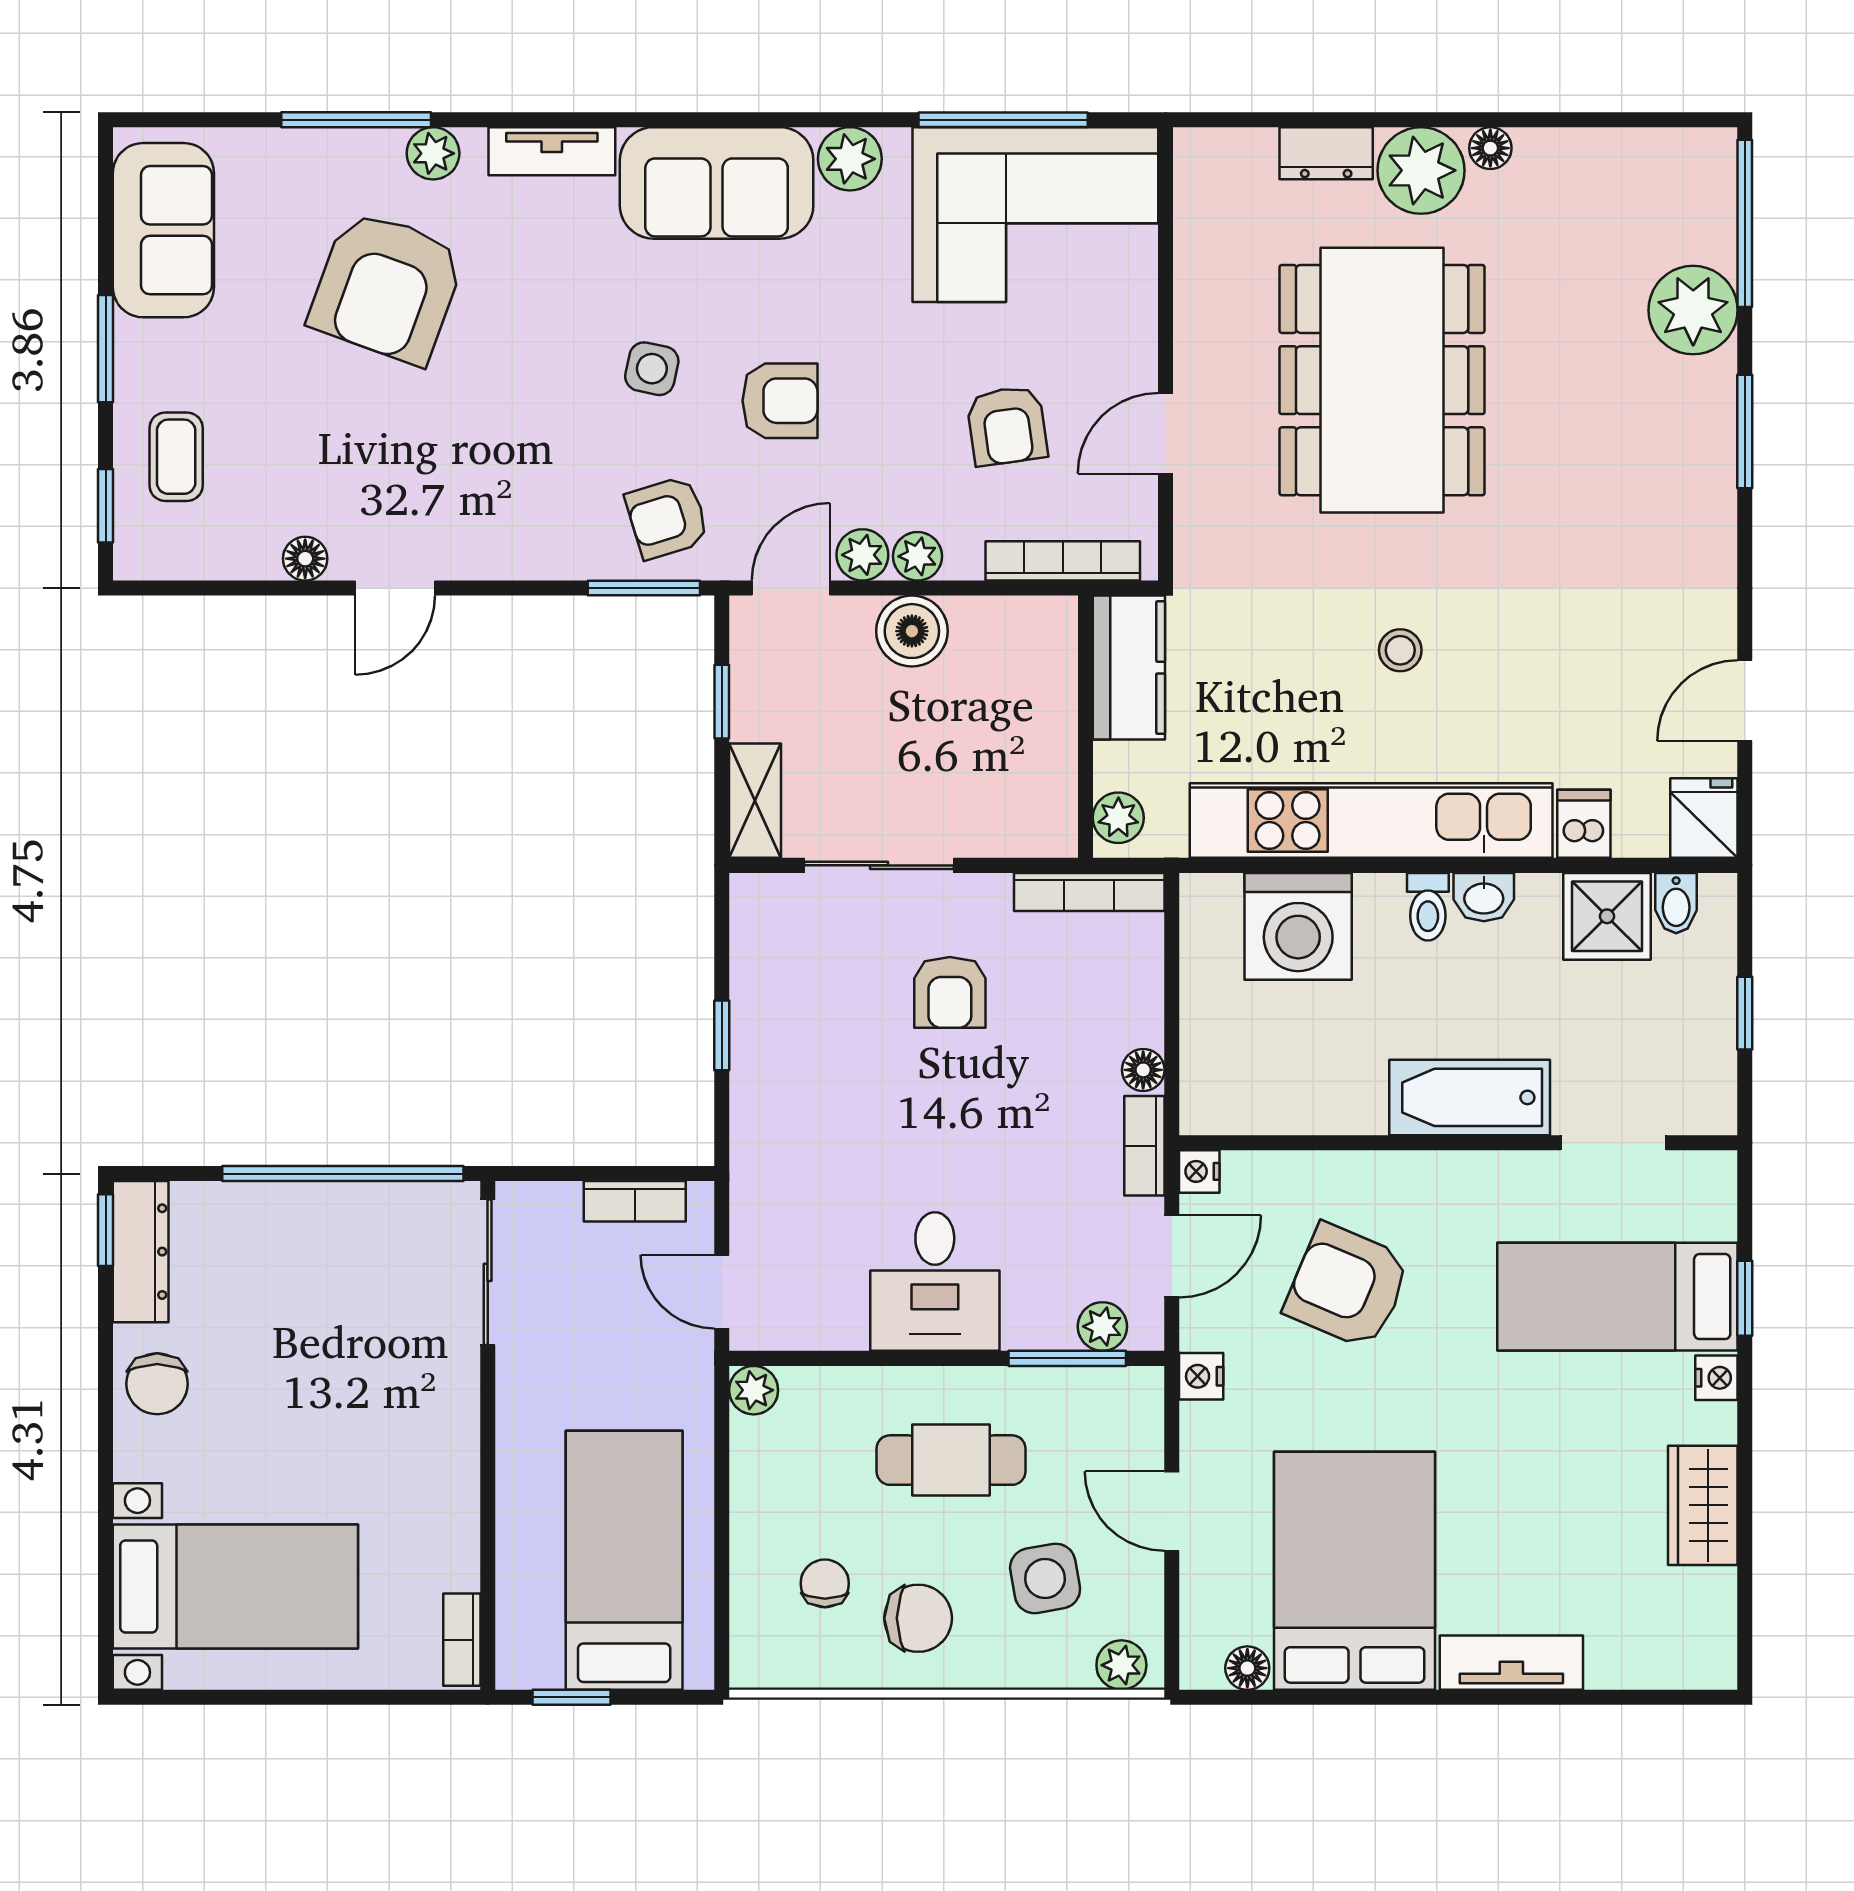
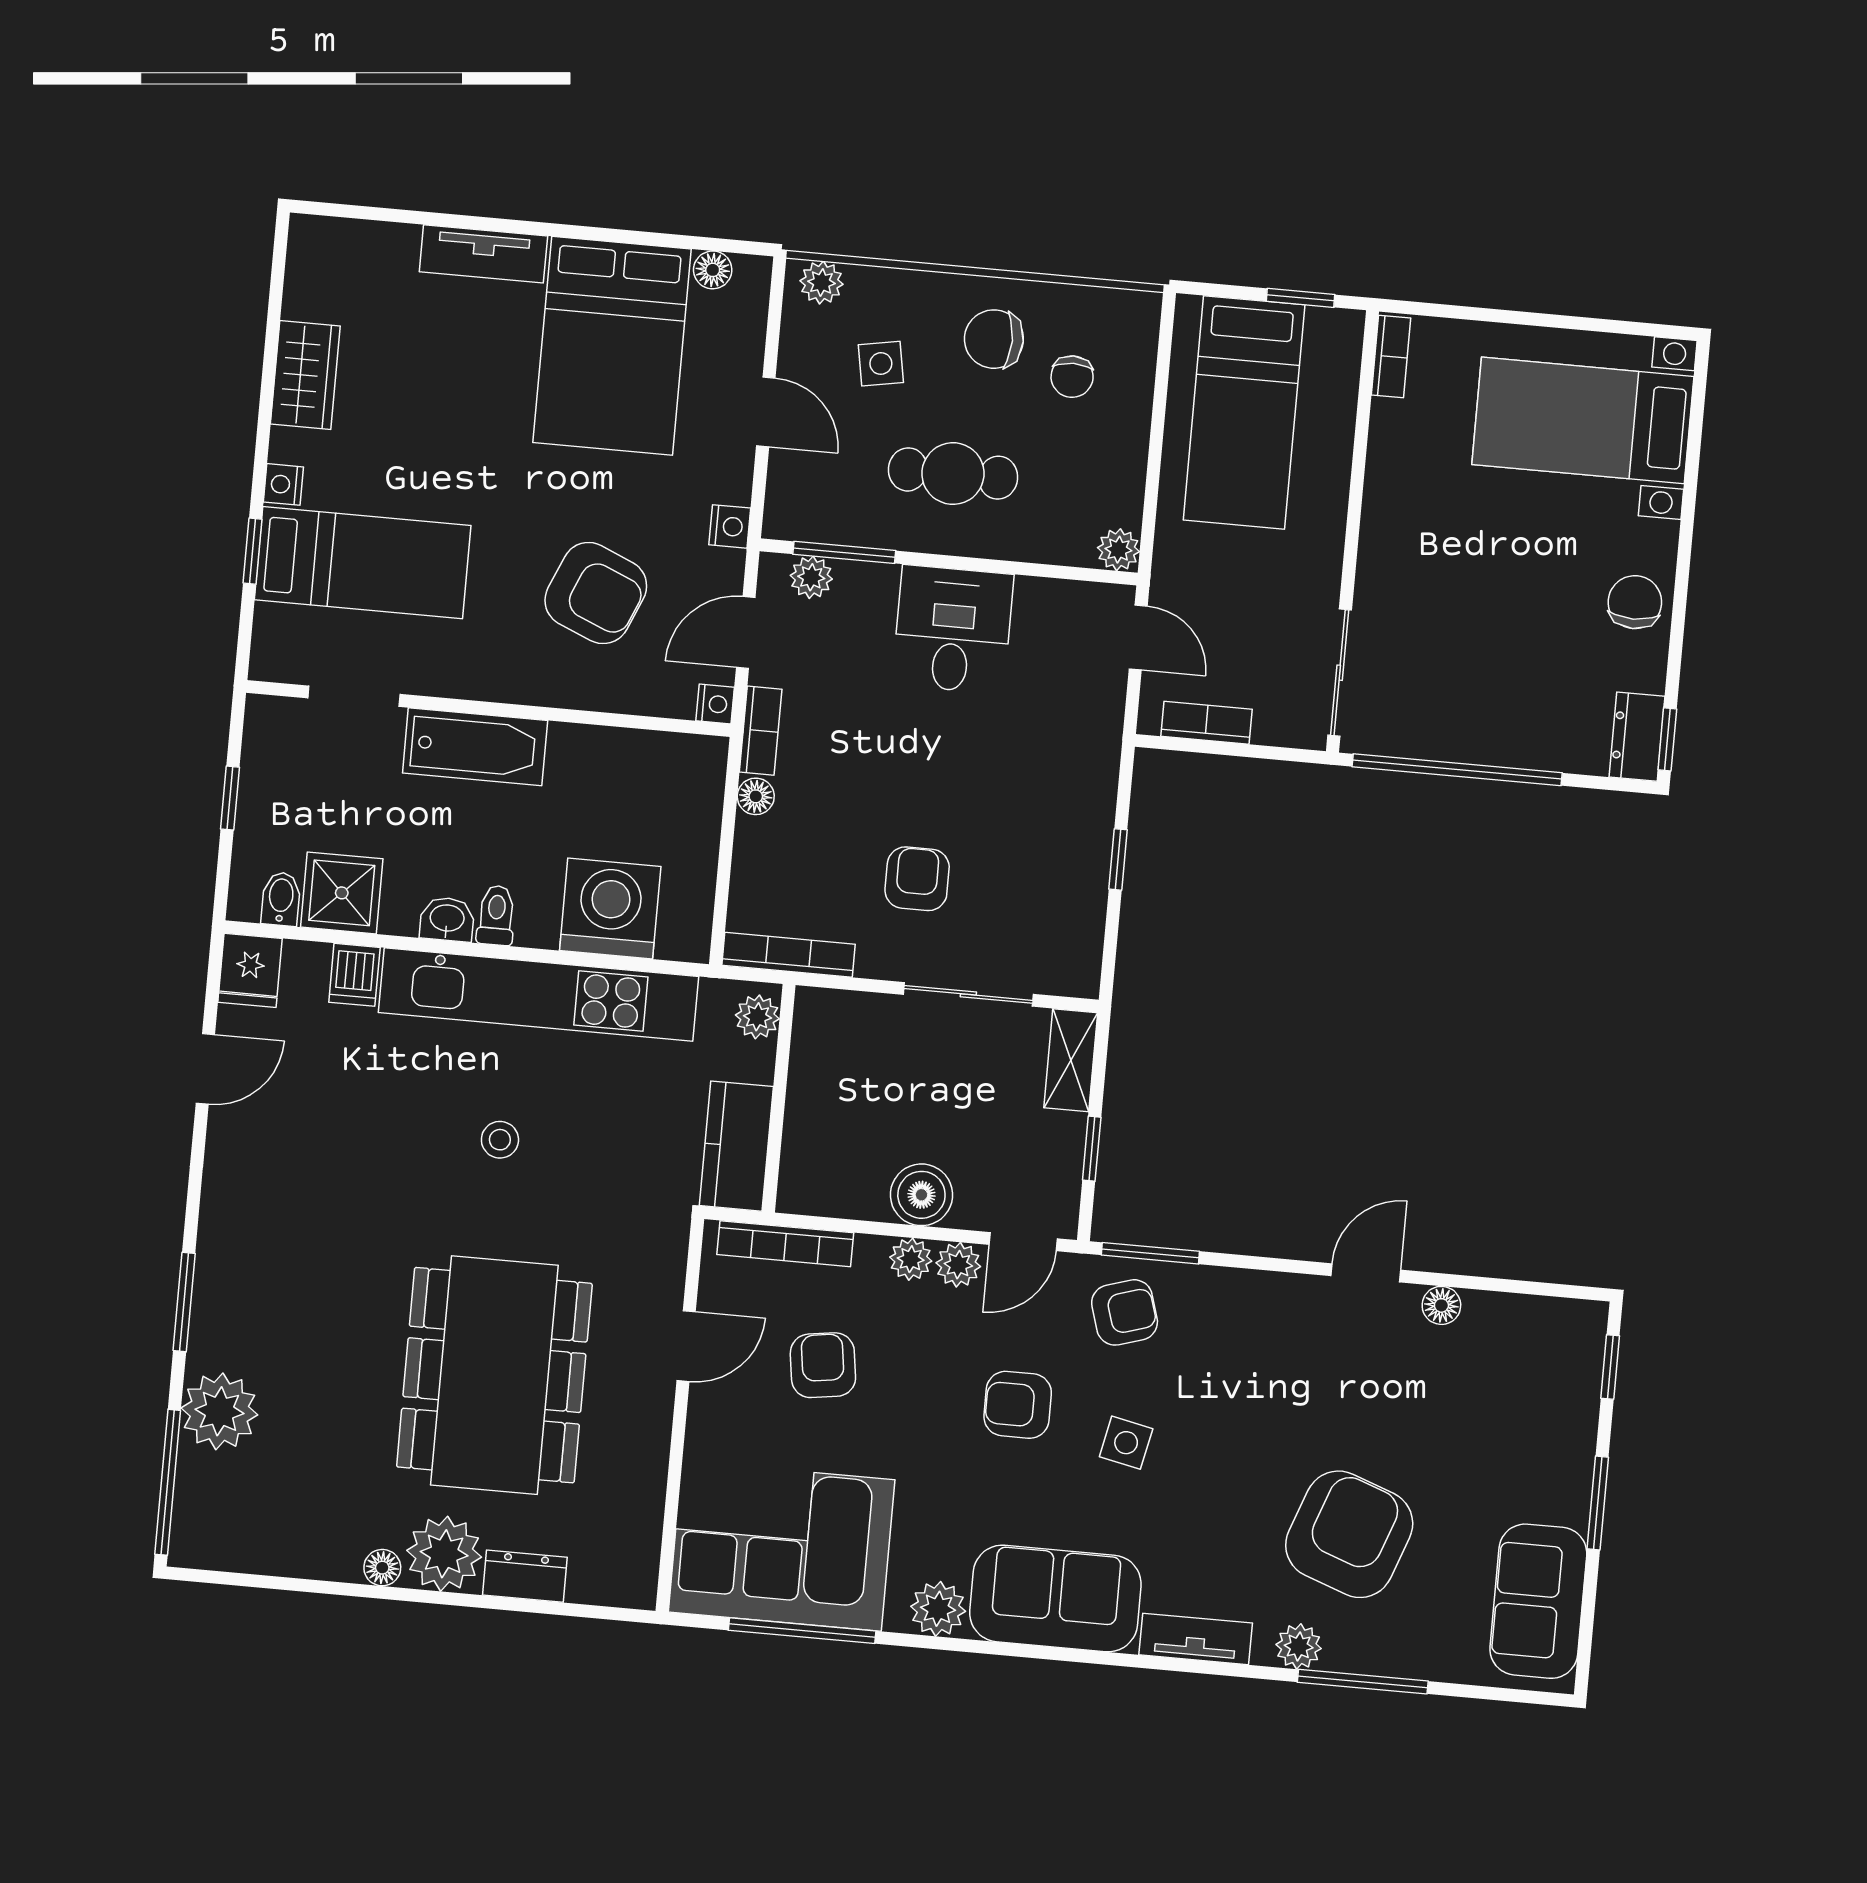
coffee table: (176, 457) -> (1545, 1404), removed
dresser: (141, 1252) -> (1637, 737), width x0.70
side table: (1045, 1578) -> (881, 364), width x0.73, depth x0.73

